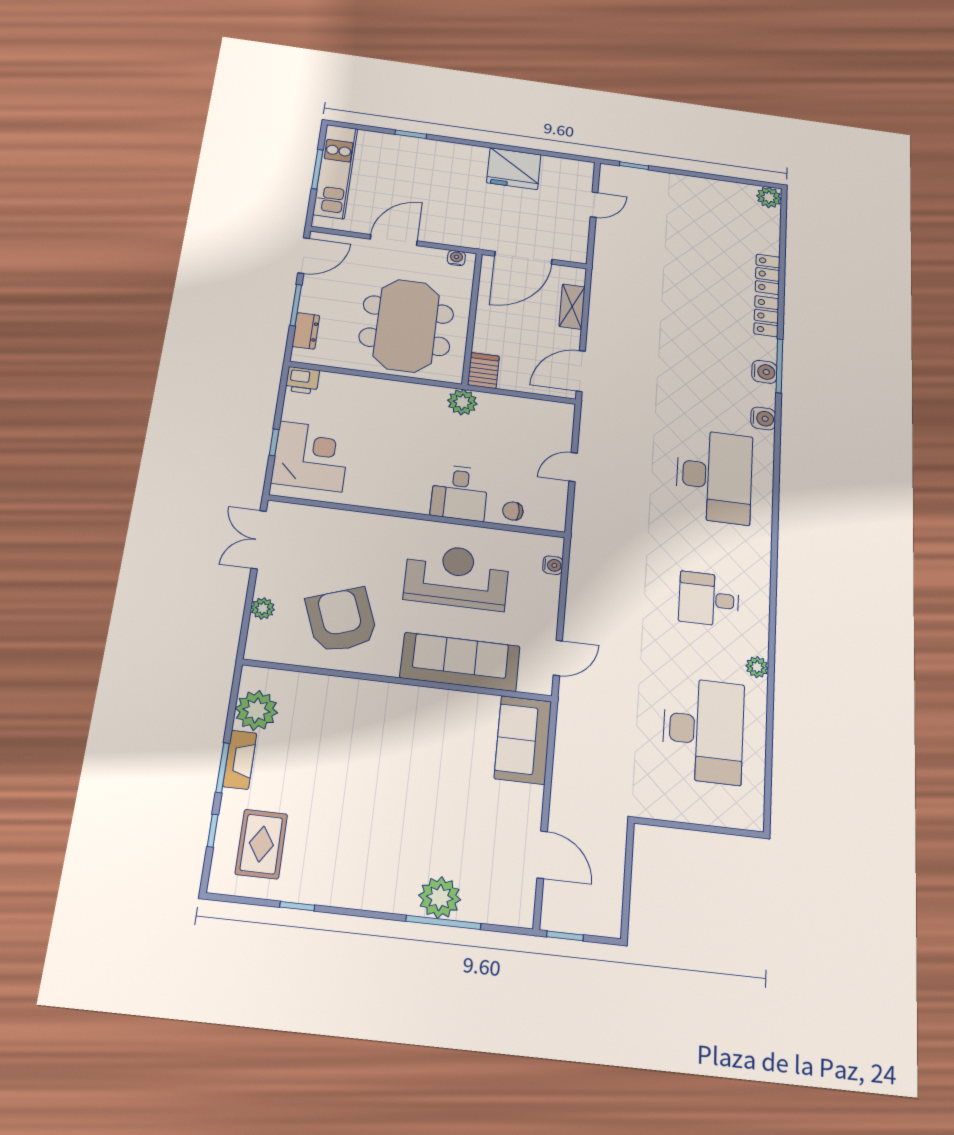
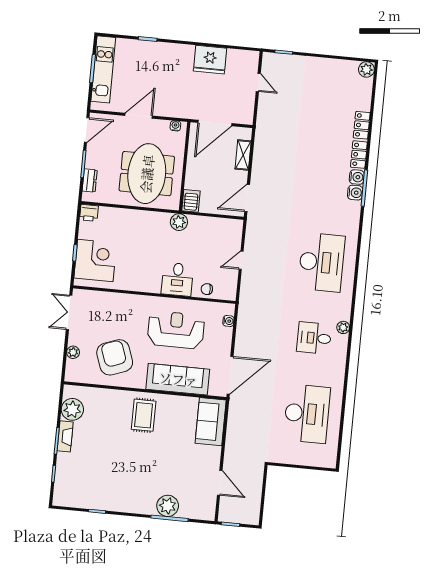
door: (594, 205) -> (258, 82), hinge flipped
water cooler: (763, 418) -> (357, 177), moved
door: (558, 658) -> (230, 375), width x1.87
plant: (757, 667) -> (343, 327), moved
rug: (261, 844) -> (144, 415), moved

